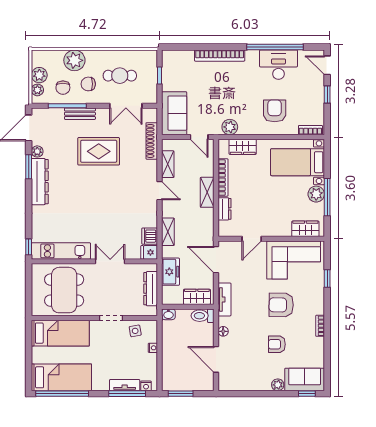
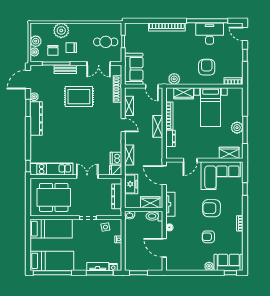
cafe table: (120, 76) -> (106, 42), moved
bed with nightstands: (298, 162) -> (211, 107), moved, turned -90
dining table: (64, 290) -> (54, 197), turned 90

